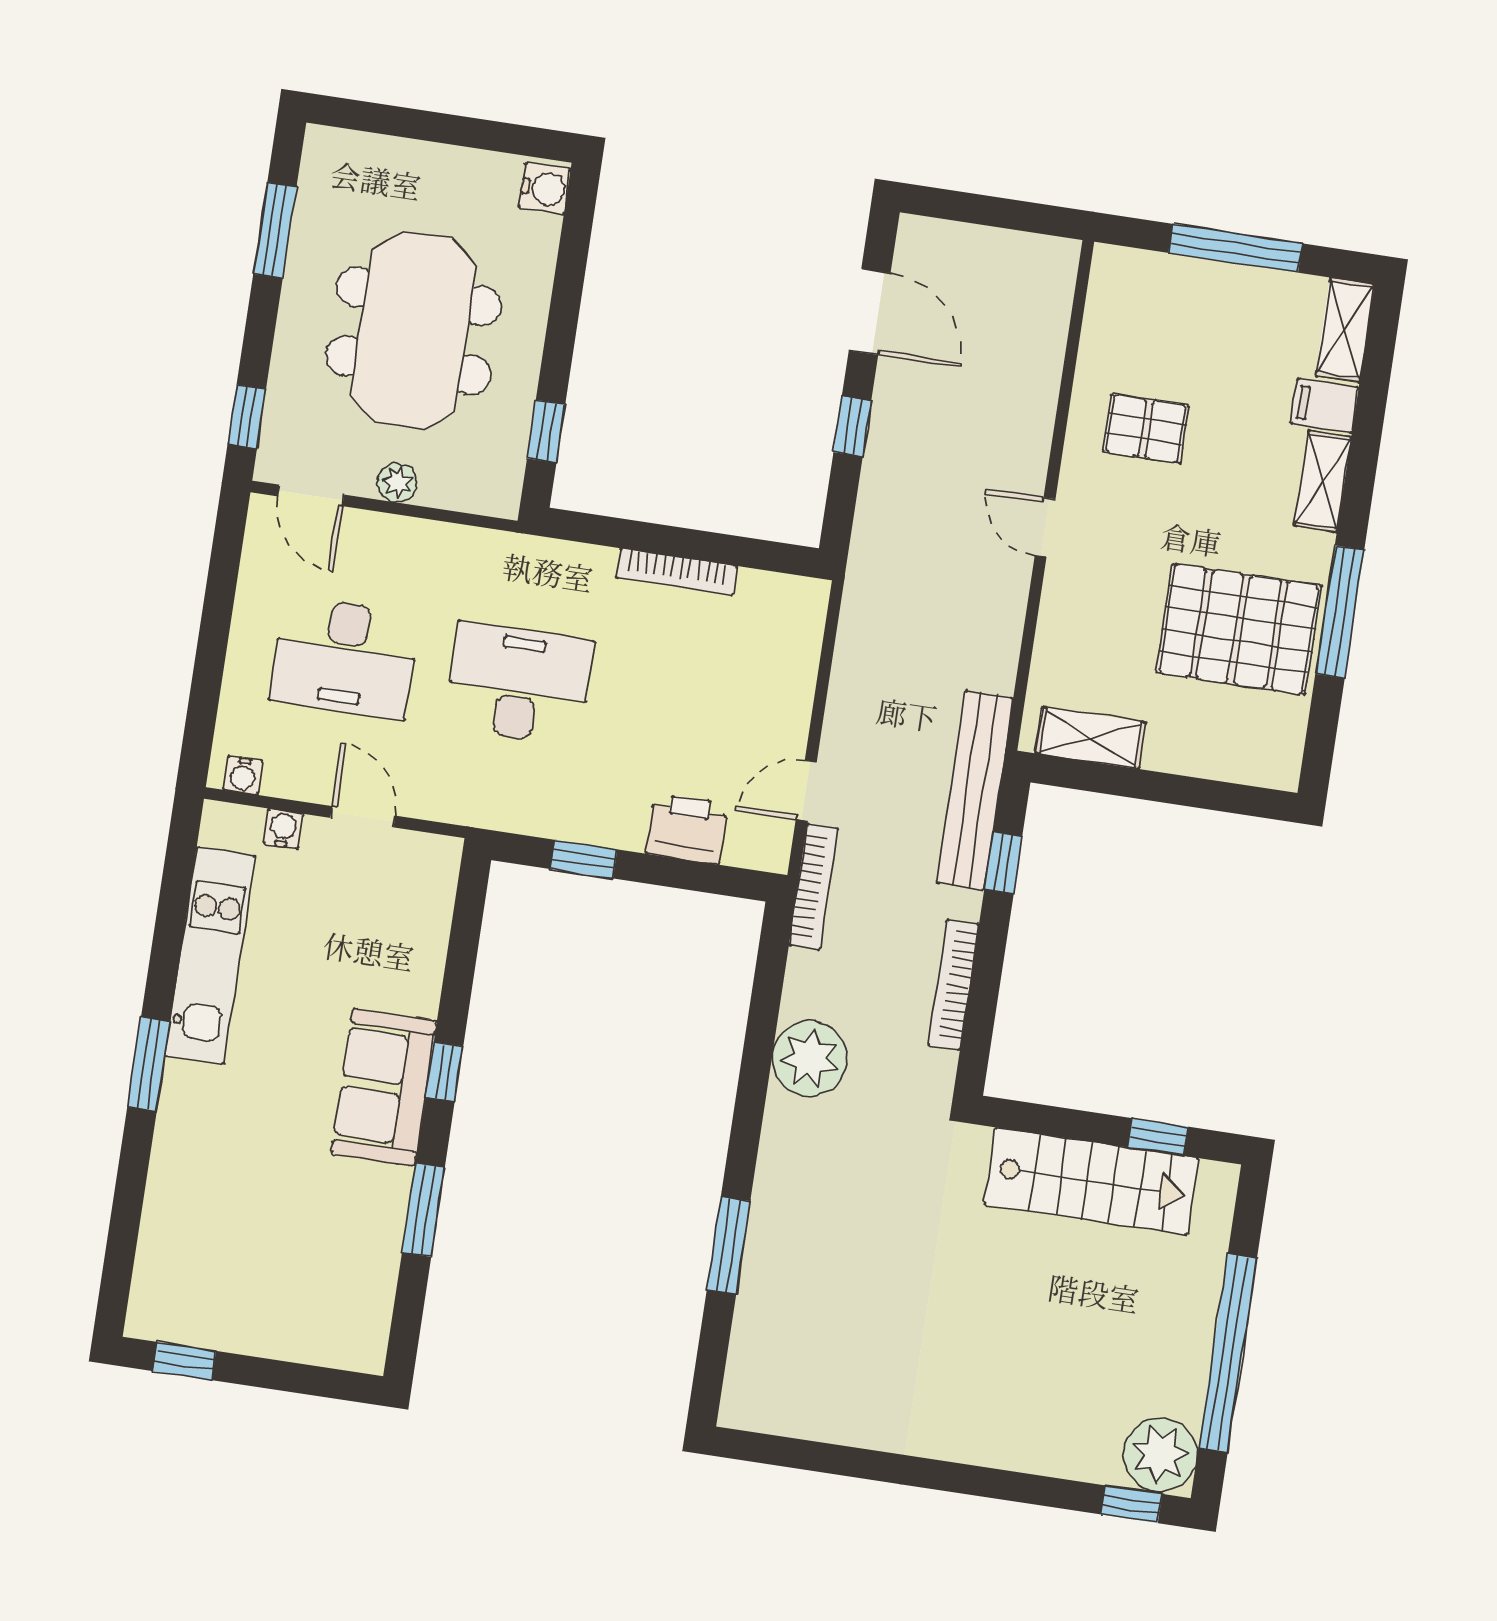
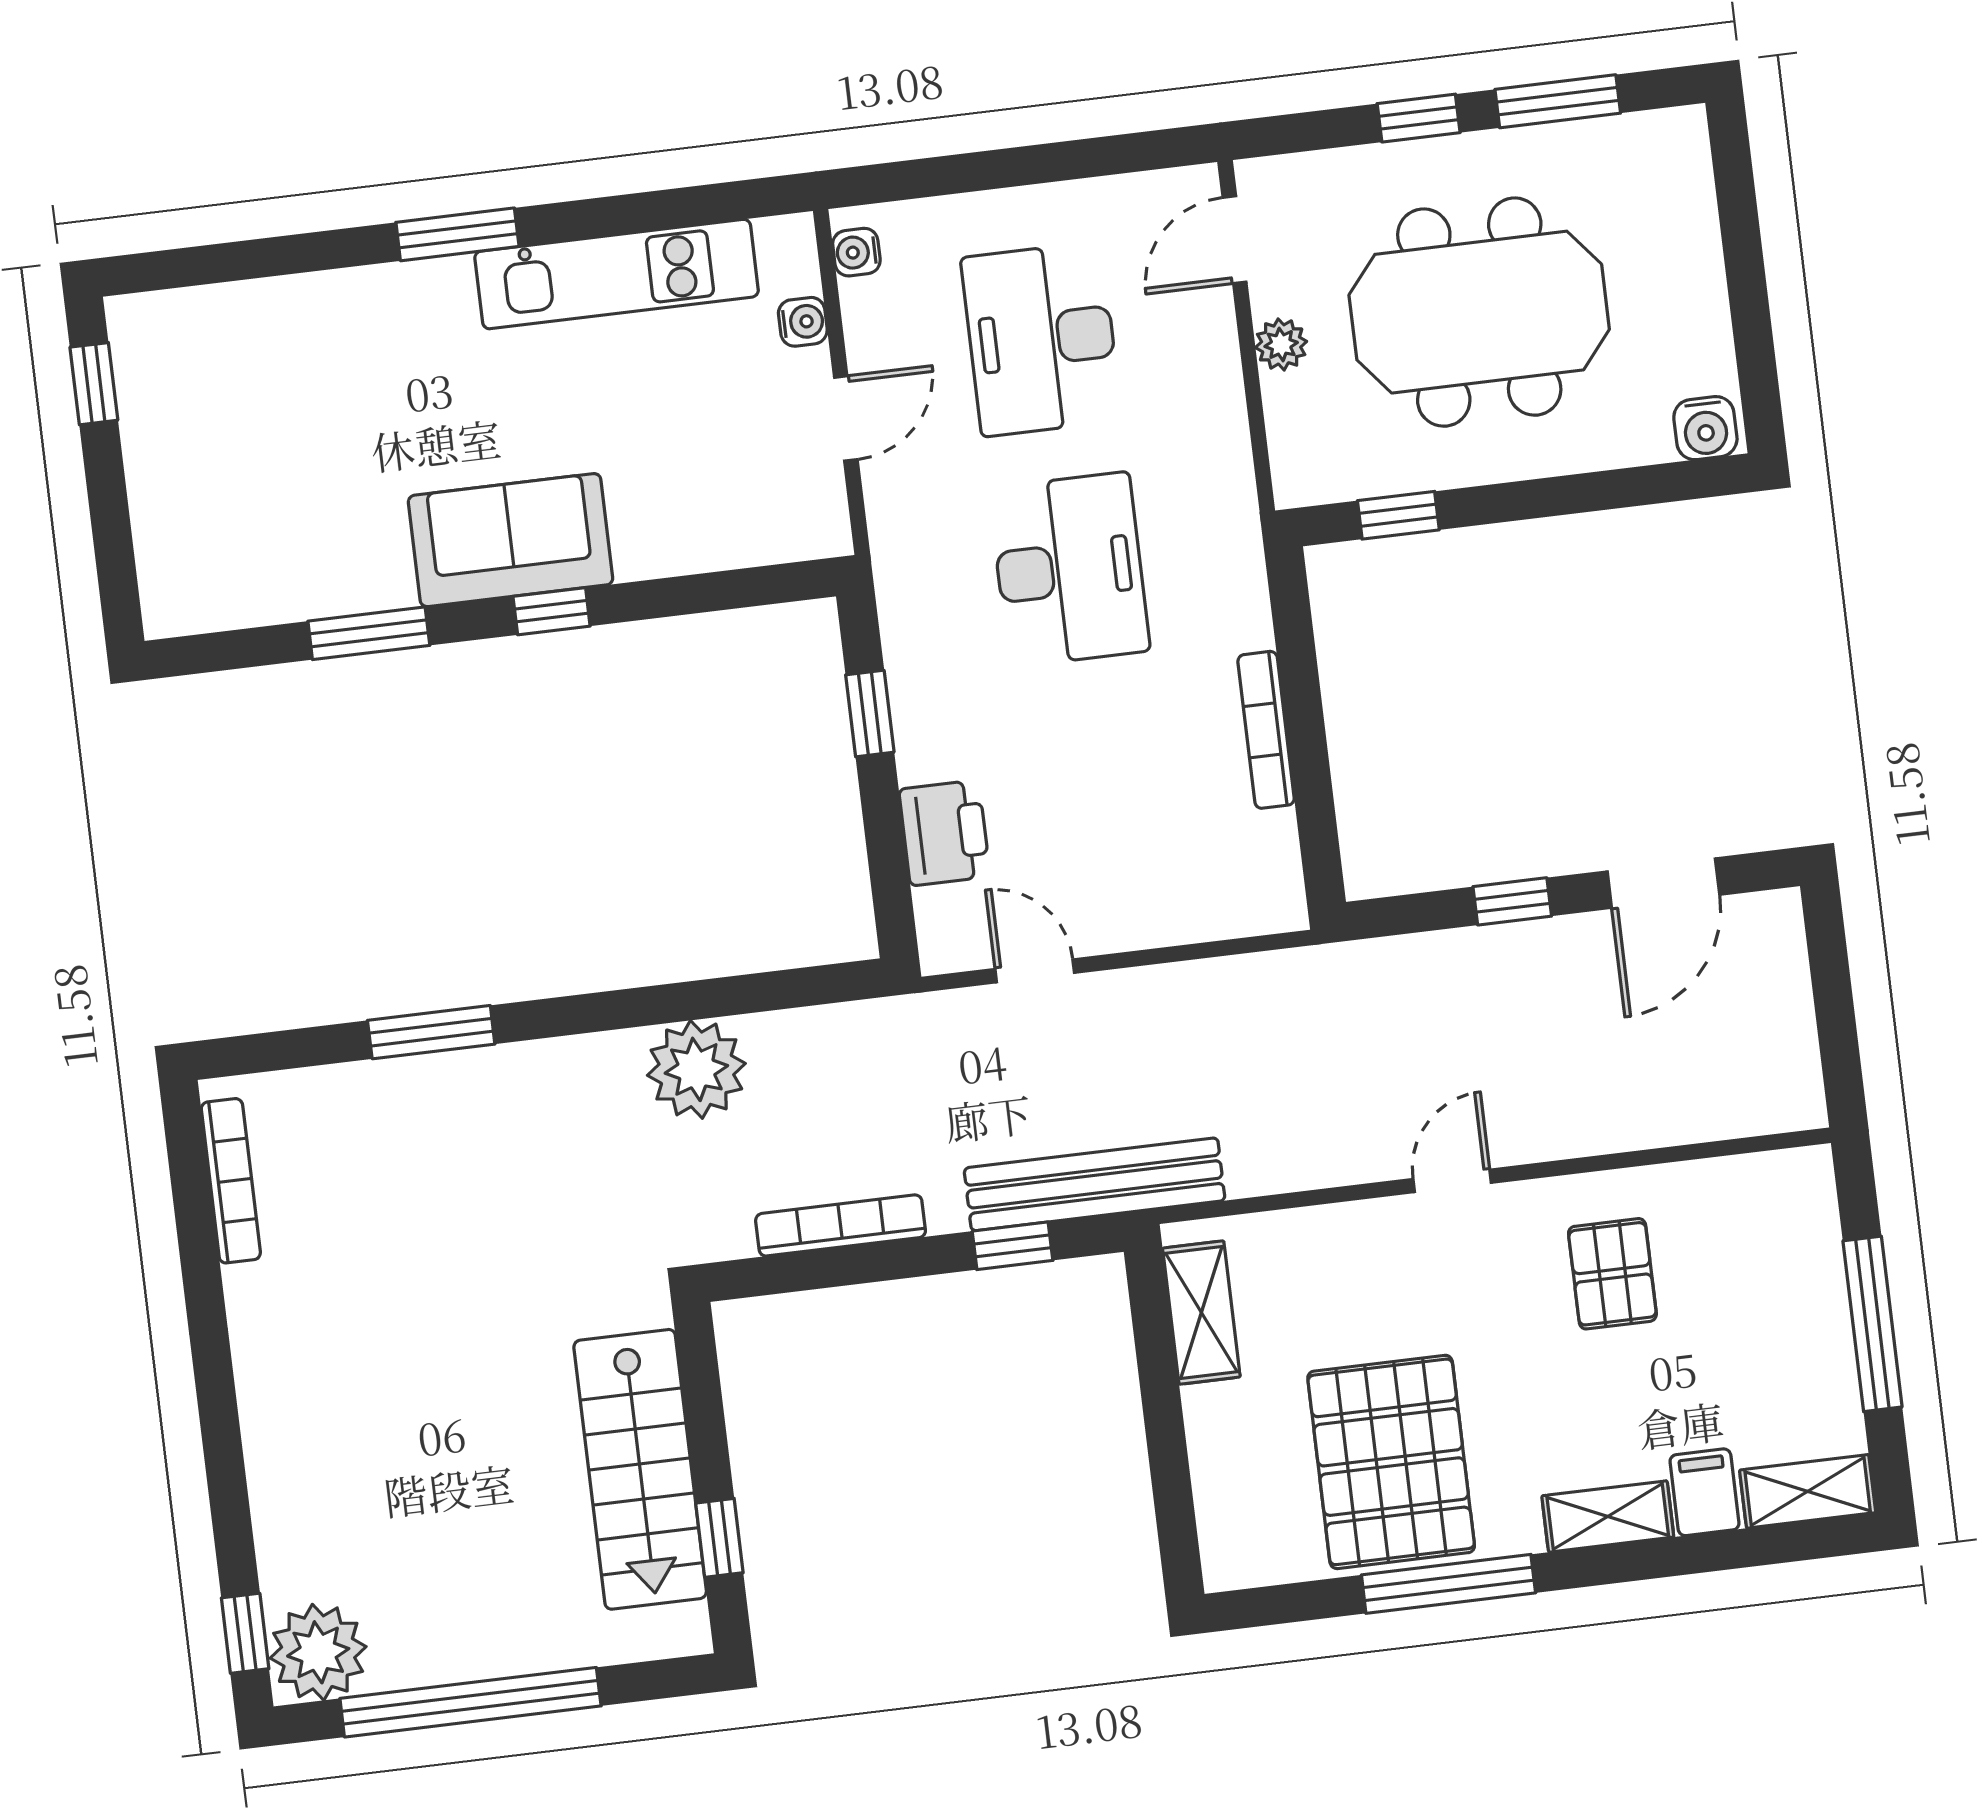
window: (247, 417) -> (1419, 118), moved
bookcase: (814, 887) -> (231, 1181), moved, turned -90

